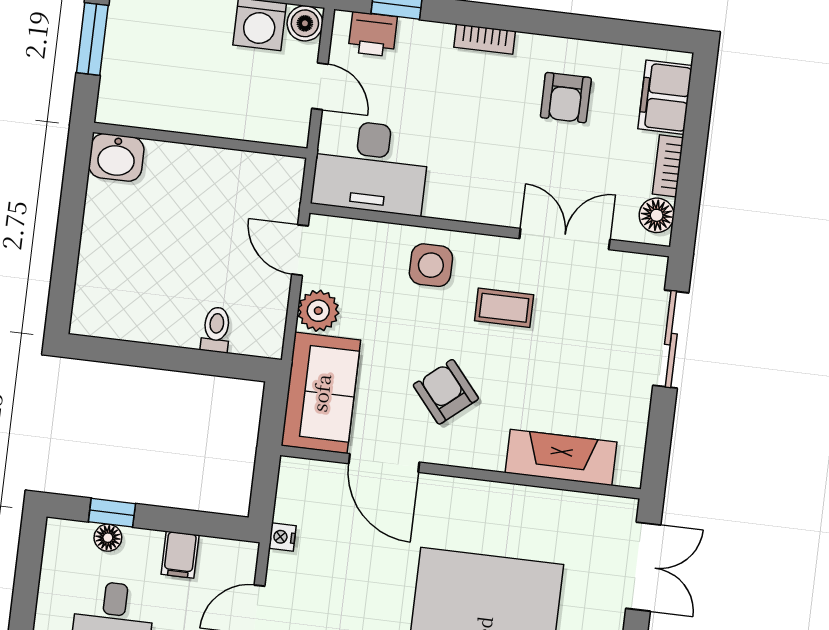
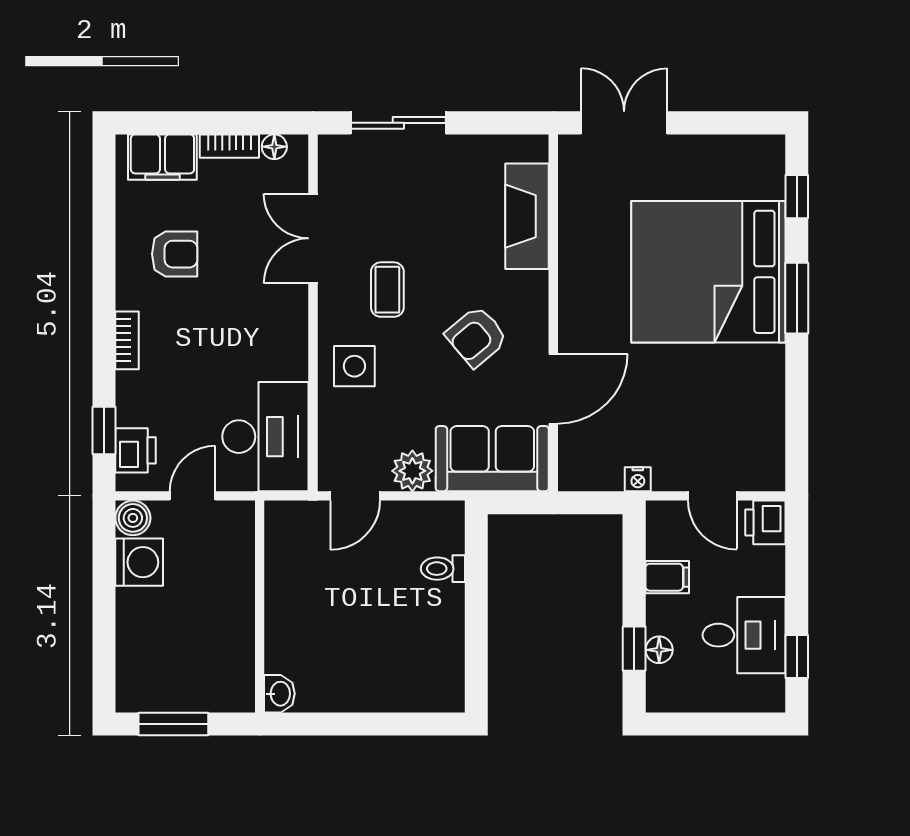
washbasin: (116, 157) -> (279, 694), width x0.72, depth x0.69
floor lamp: (657, 215) -> (274, 147), width x0.73, depth x0.73

